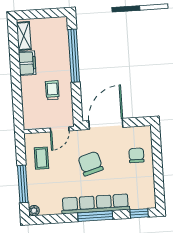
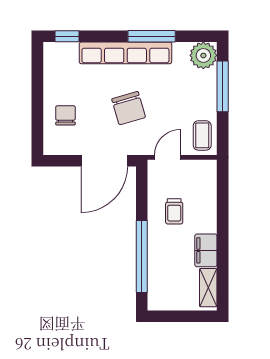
chair: (136, 155) -> (65, 115), turned 180
coffee table: (41, 158) -> (202, 135), moved
plant: (34, 211) -> (203, 55), width x1.88, depth x1.88
window: (95, 216) -> (152, 36), moved

